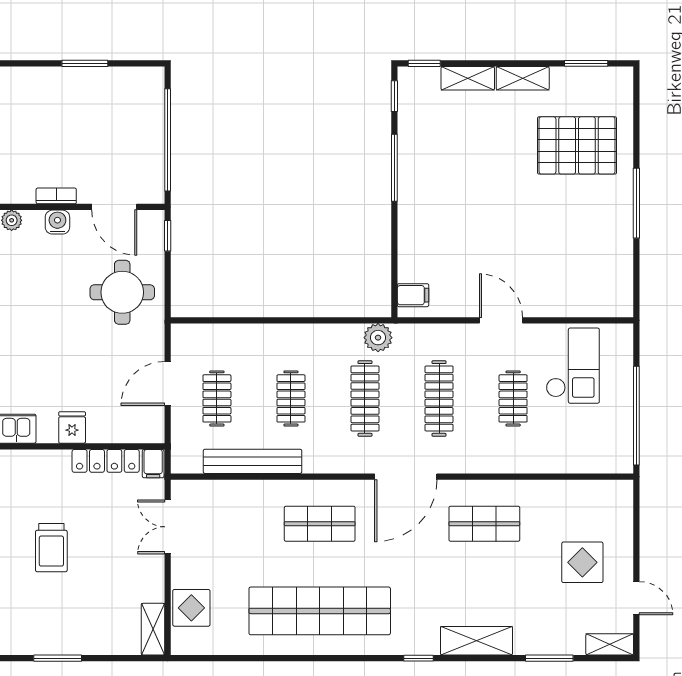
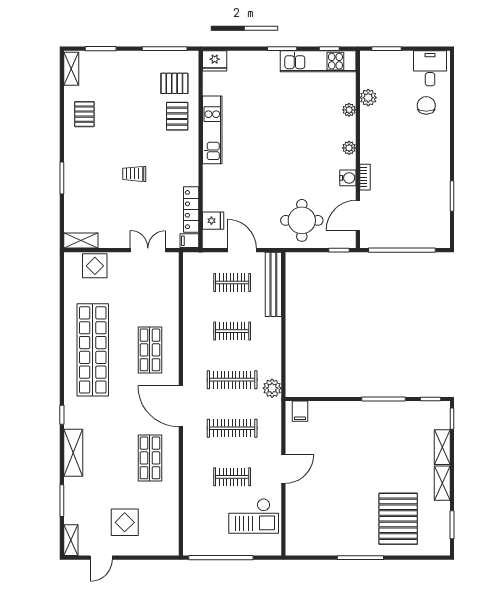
fridge: (72, 427) -> (213, 221), moved
bench: (253, 461) -> (273, 284), moved
trolley: (51, 548) -> (134, 174), width x0.73, depth x0.72

